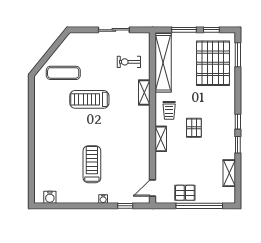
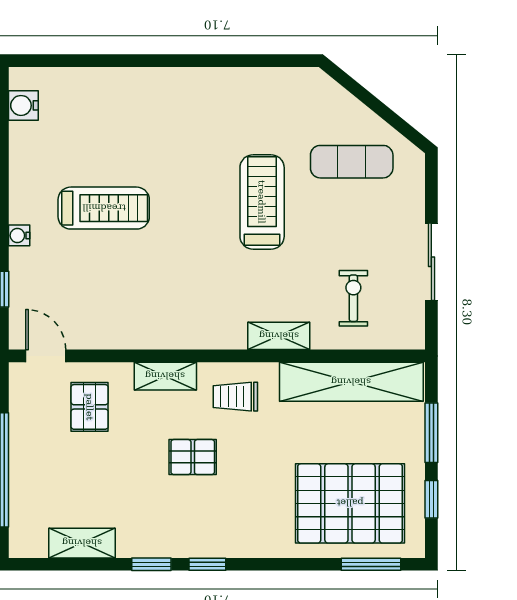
exercise mat: (63, 73) -> (352, 162), moved, turned 90
pallet: (185, 193) -> (90, 407), moved

